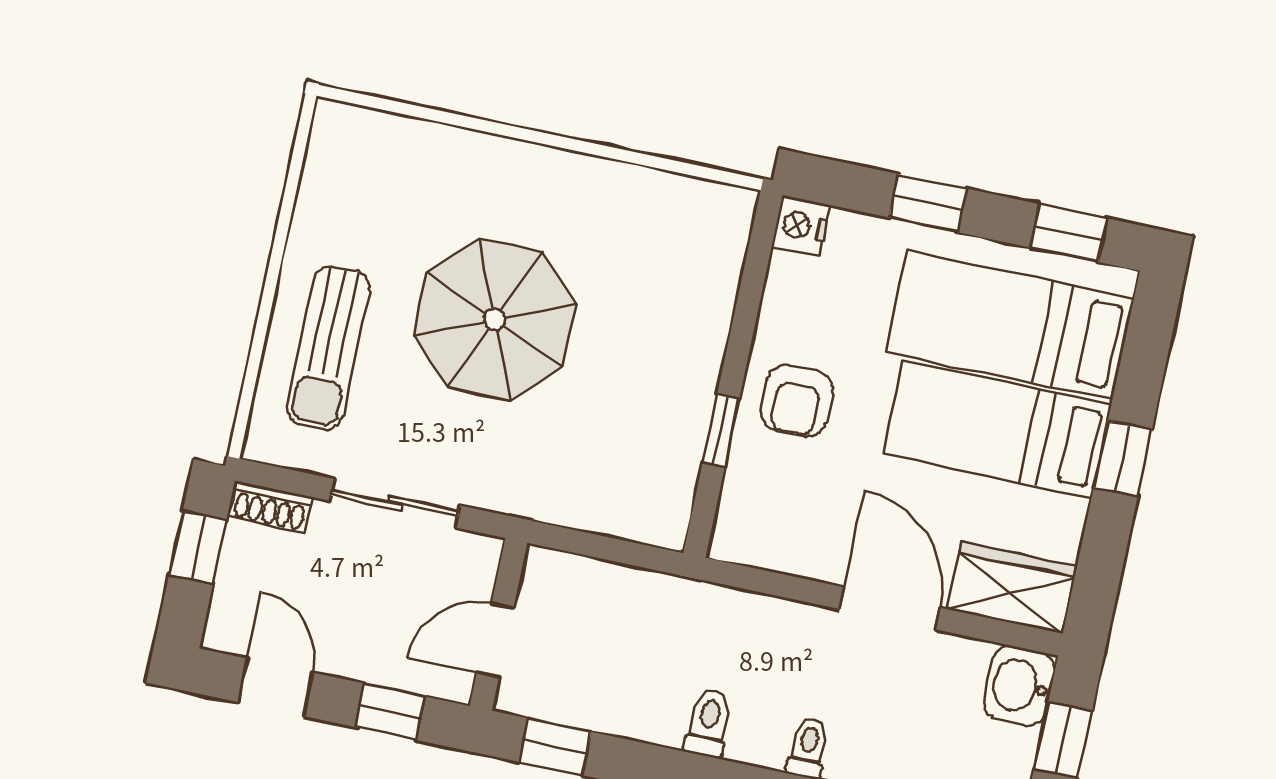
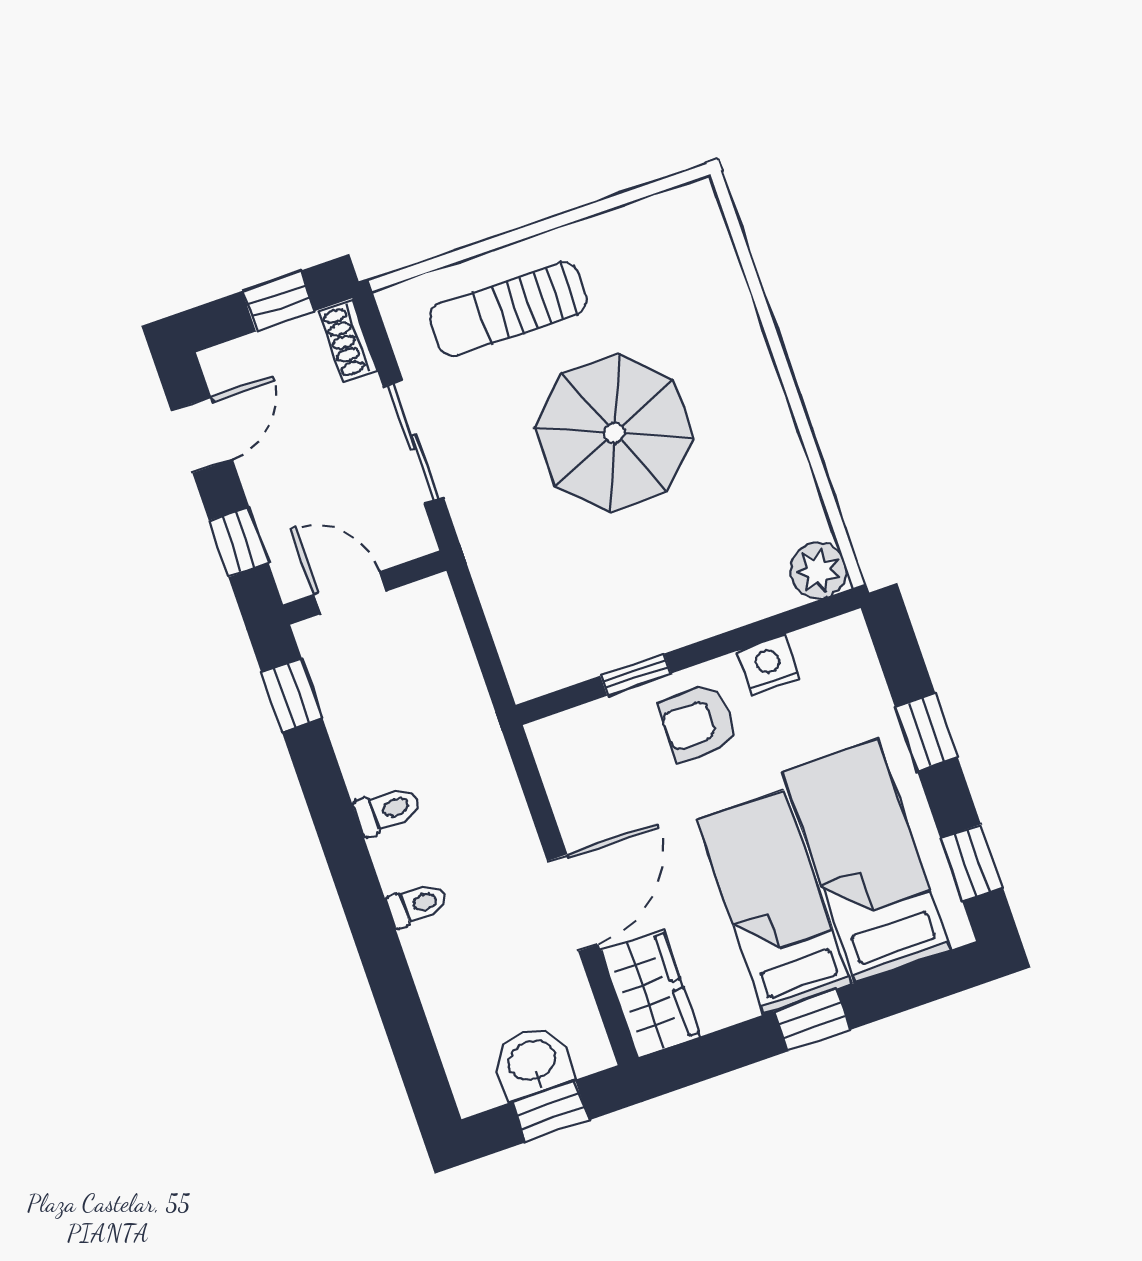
plant: (726, 213) -> (818, 571), added
nightstand: (801, 226) -> (769, 665), moved
washbasin: (1019, 686) -> (533, 1062), moved

